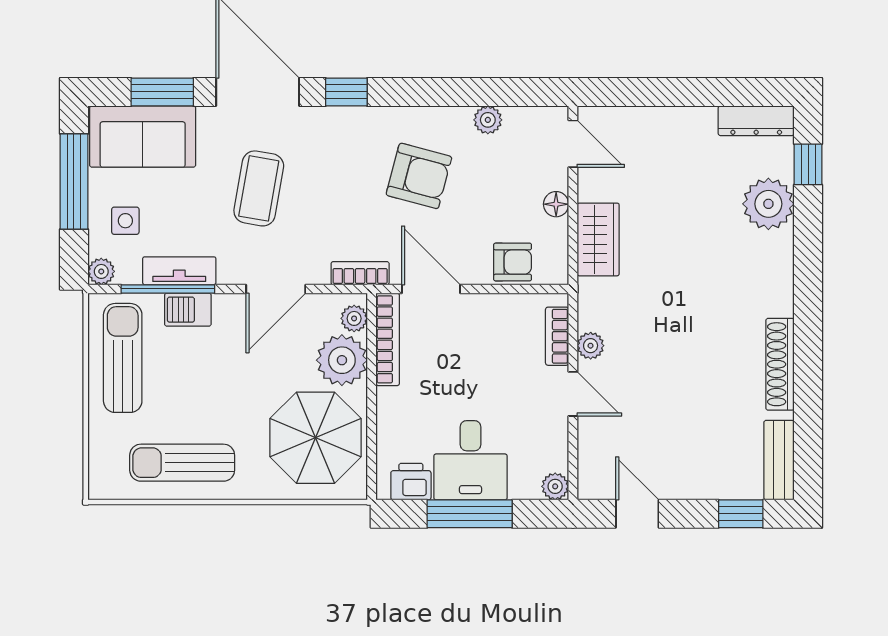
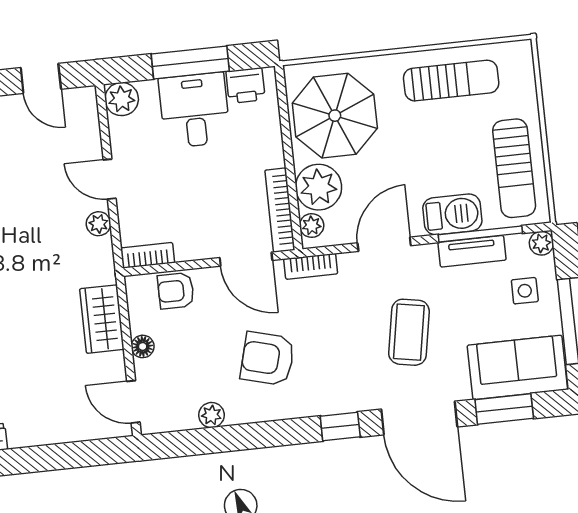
barbecue: (188, 310) -> (452, 214), width x1.38, depth x1.27
bookcase: (557, 336) -> (148, 255), moved, turned -90
plant: (555, 486) -> (122, 99), width x1.38, depth x1.38

